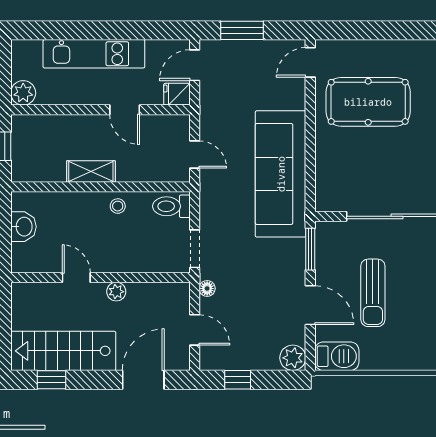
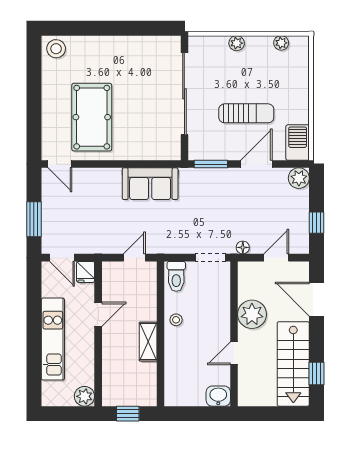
sofa: (281, 174) -> (150, 184), width x0.54, depth x0.79
washbasin: (23, 227) -> (218, 396), moved
plant: (116, 292) -> (252, 314), width x1.88, depth x1.88

